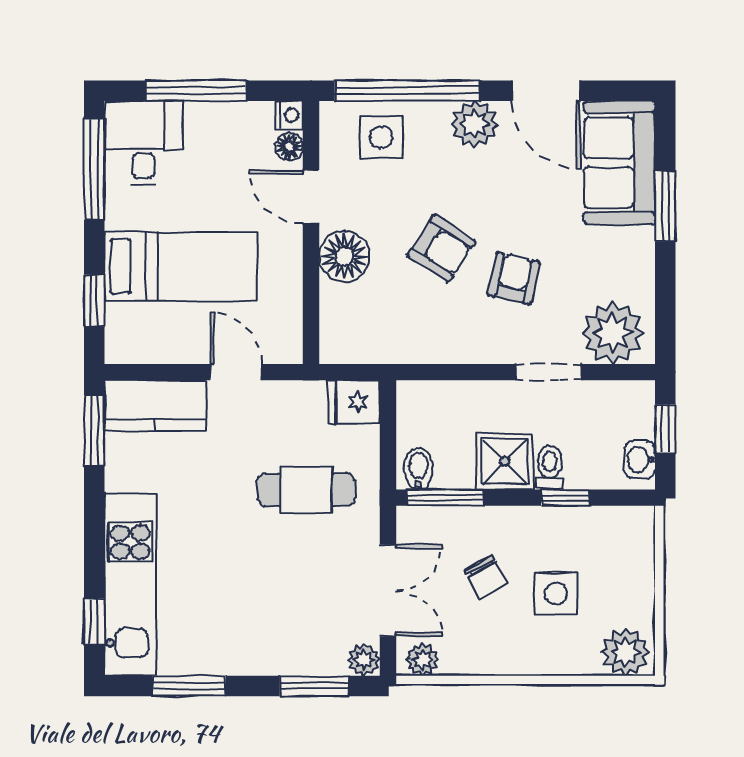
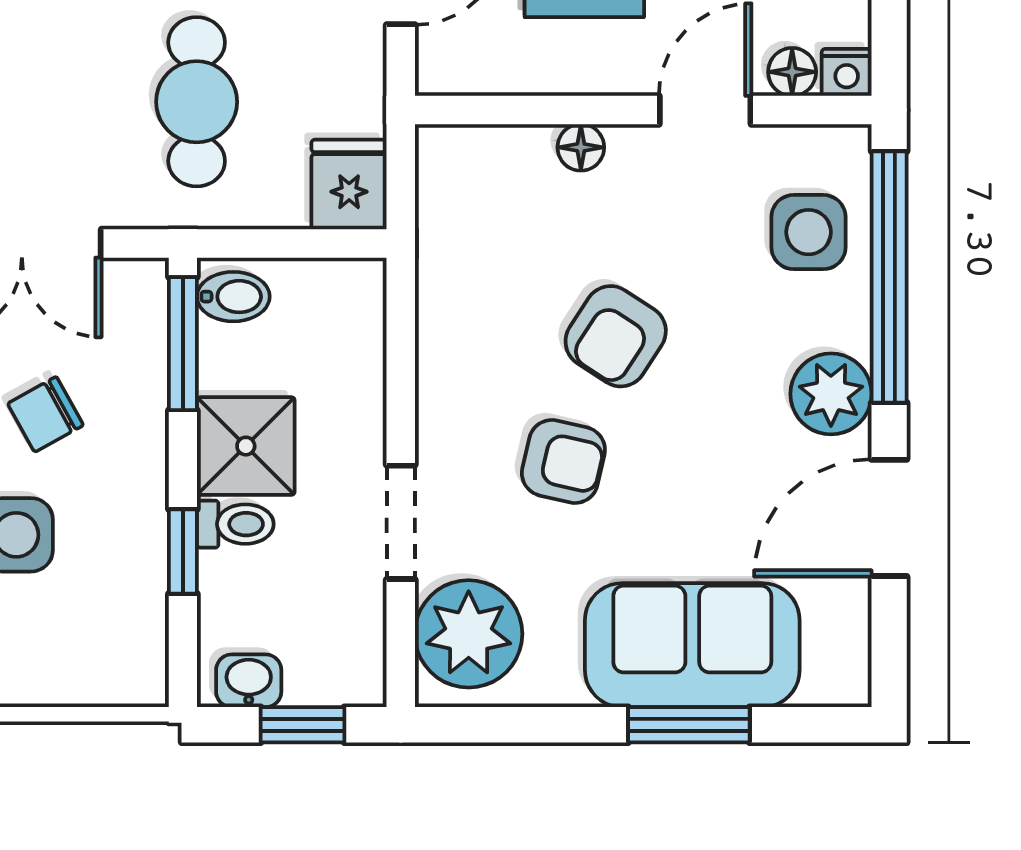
sofa: (619, 163) -> (692, 645), moved
floor lamp: (344, 256) -> (581, 147), width x0.53, depth x0.53

